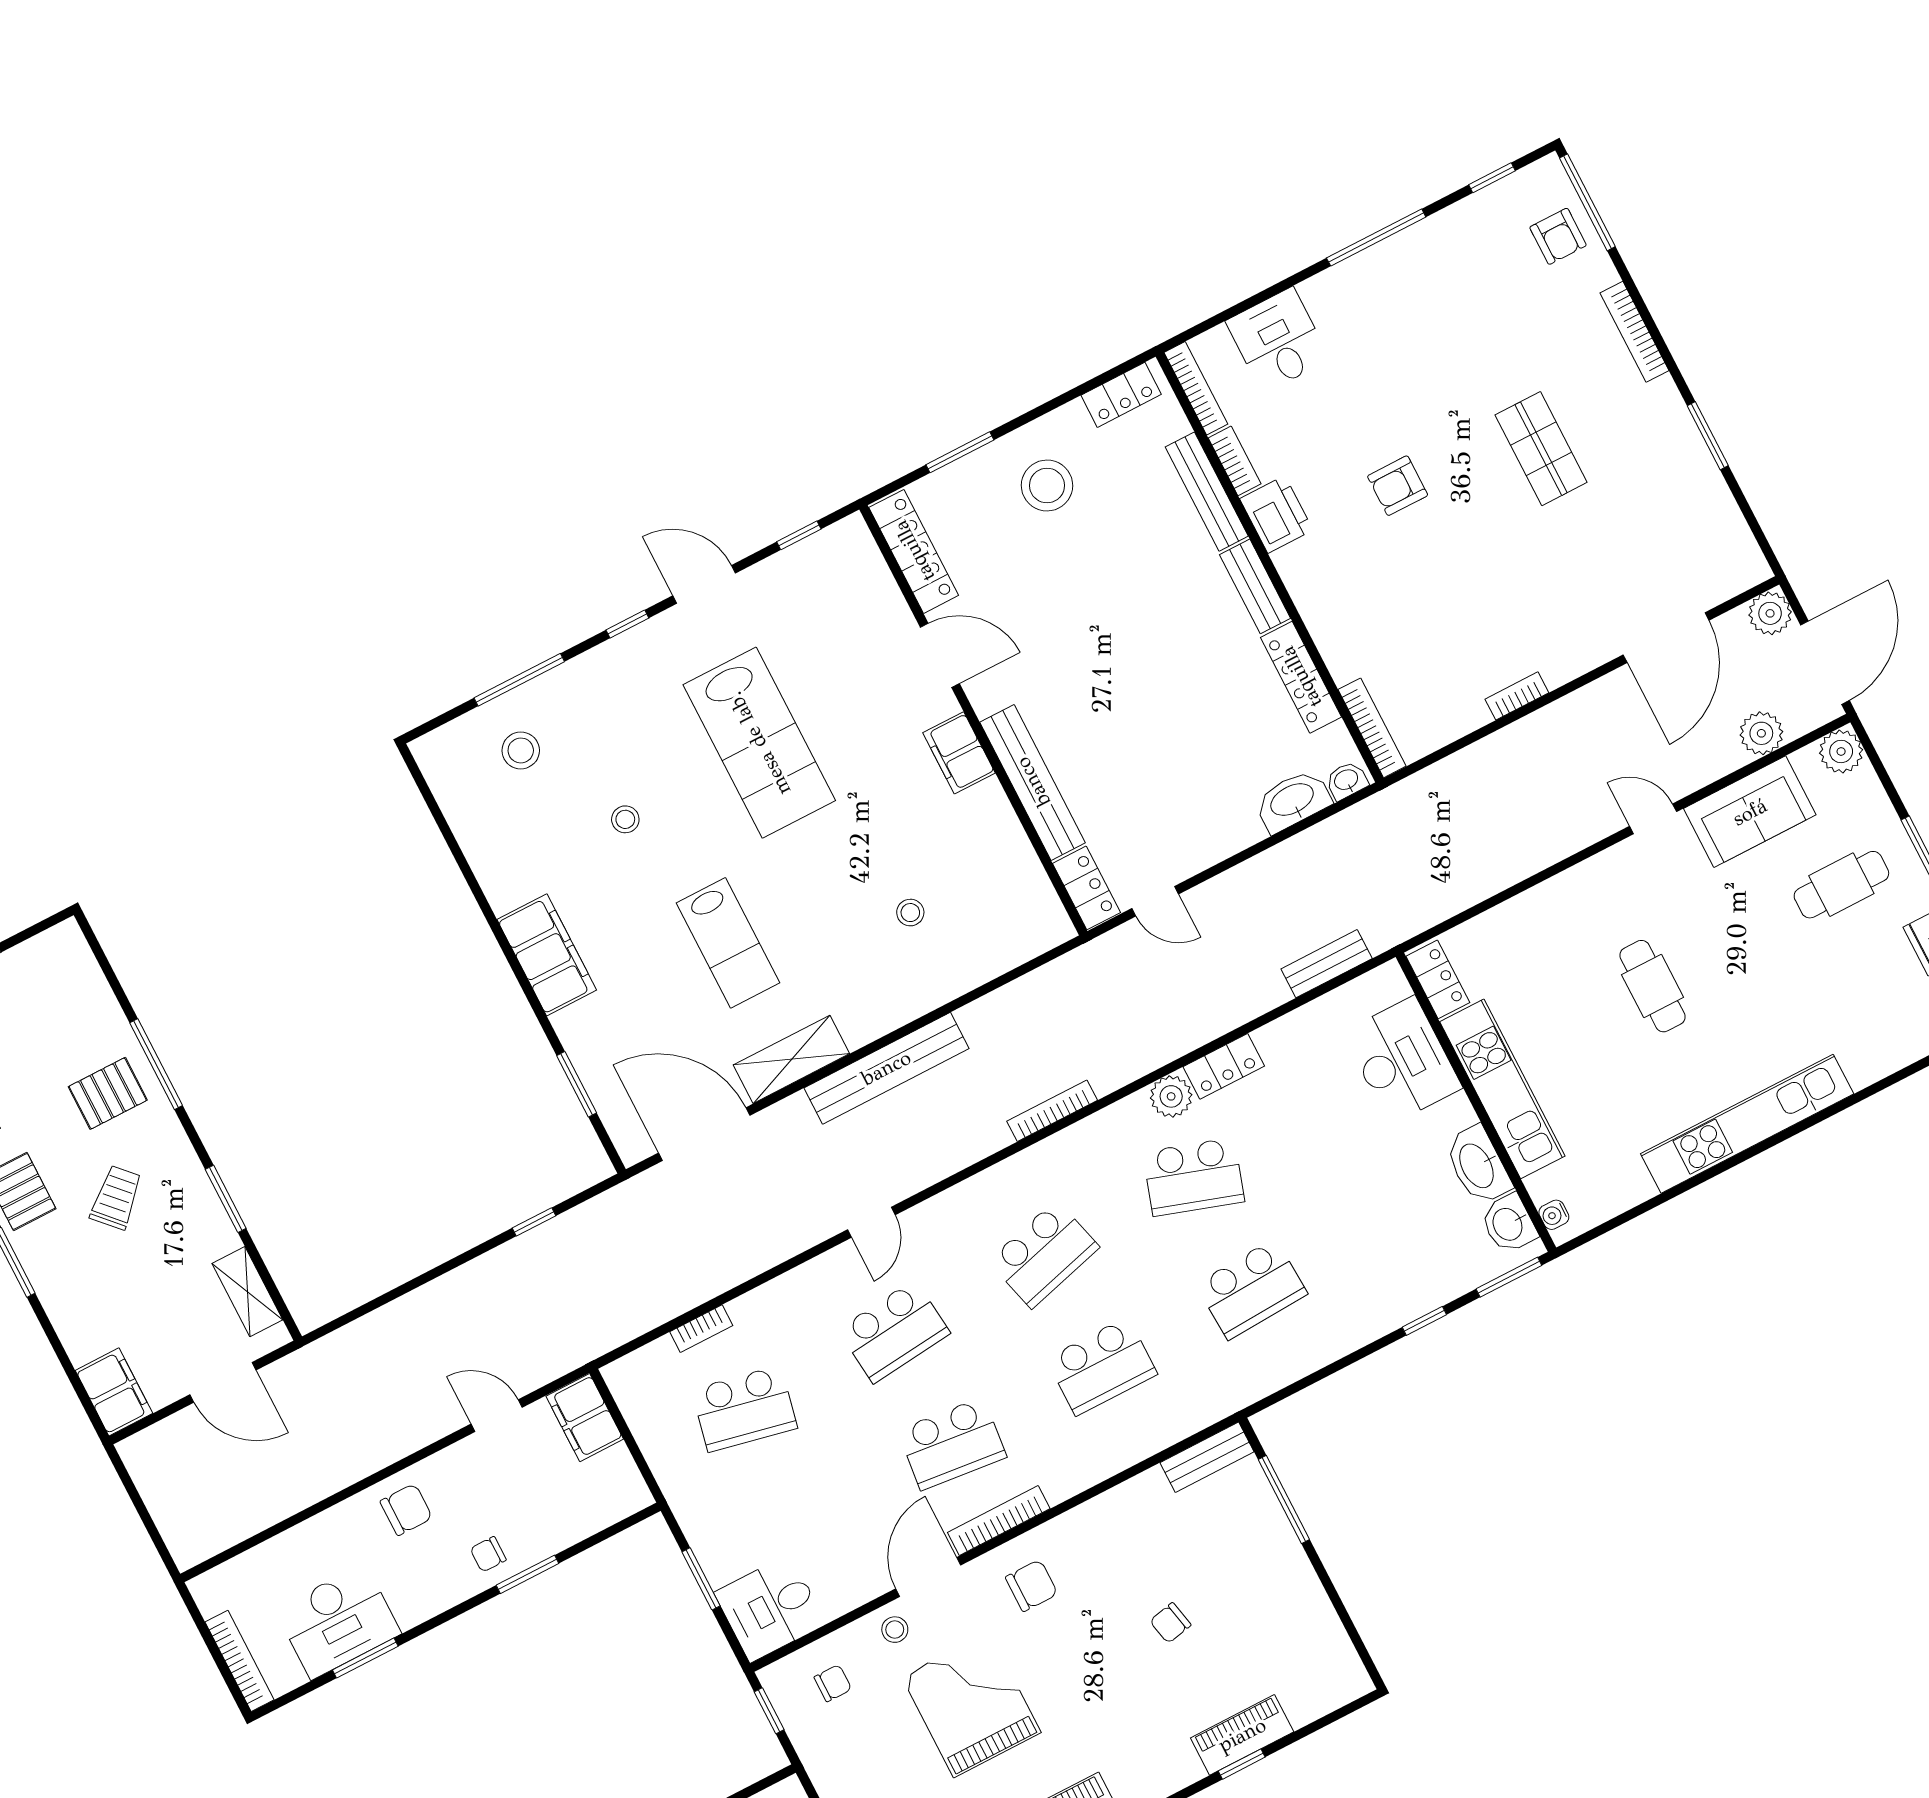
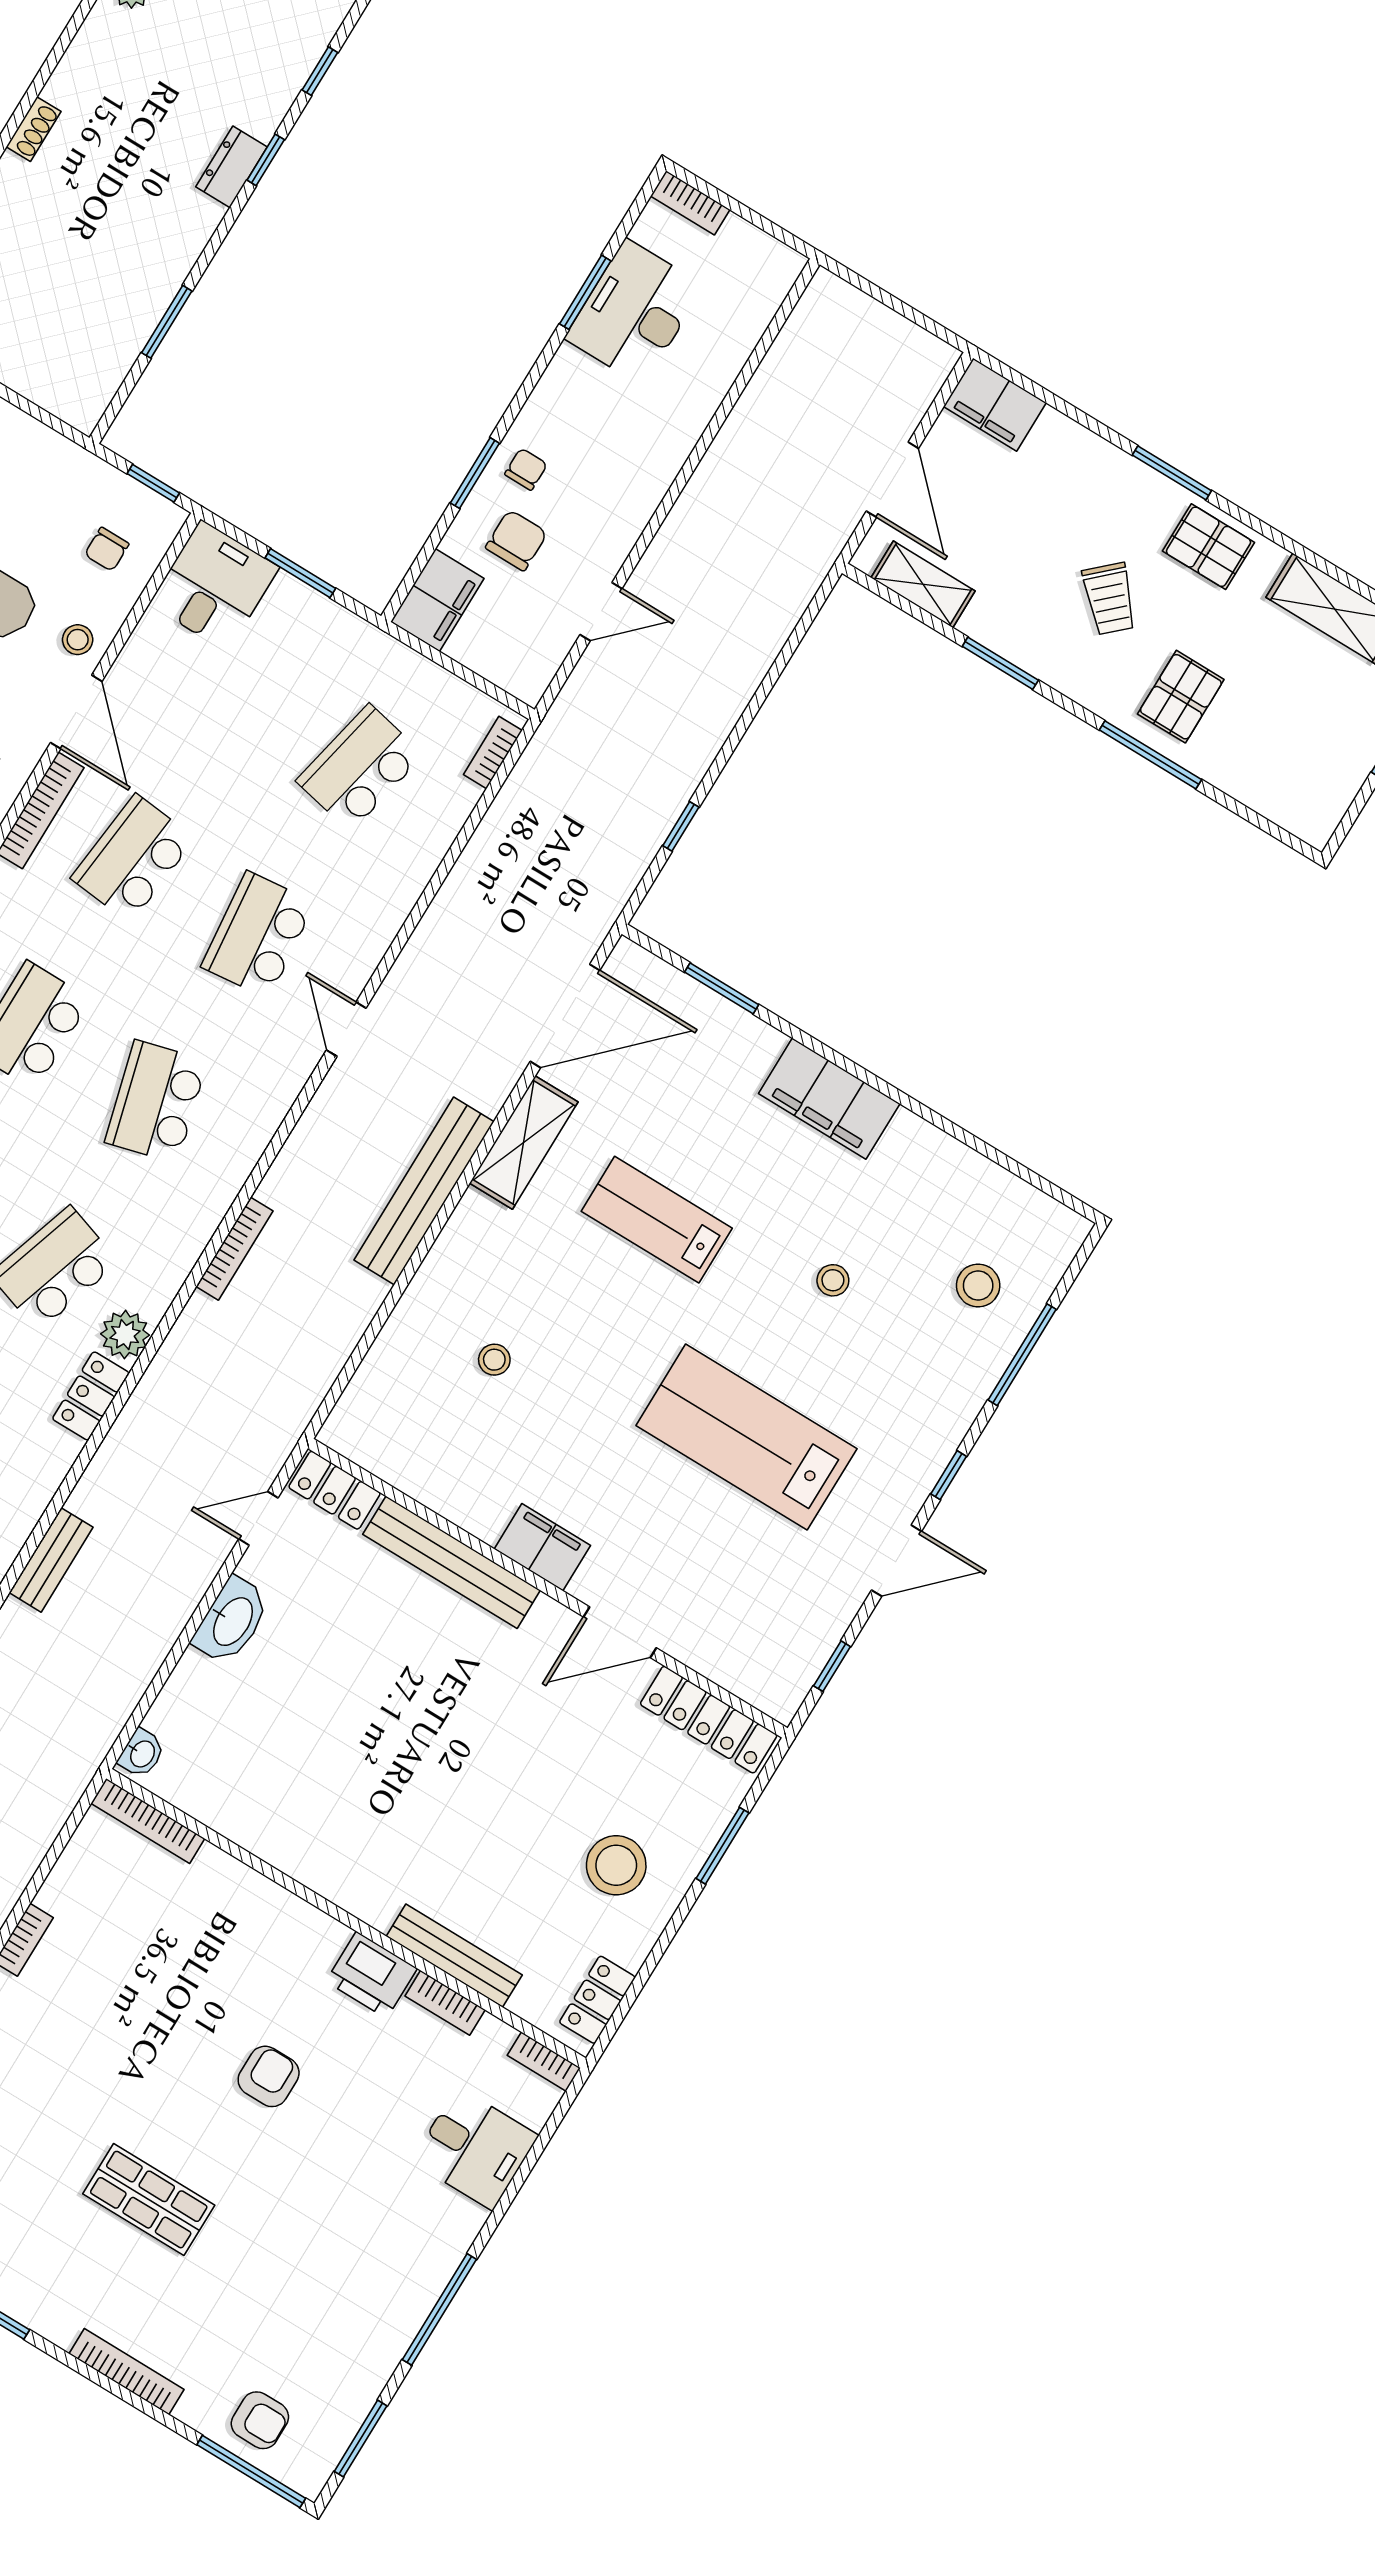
window: (1492, 178) -> (361, 2439), width x1.50
armchair: (1558, 236) -> (260, 2420), turned 180
bookcase: (1196, 388) -> (544, 2062), width x0.64
bench: (1255, 586) -> (349, 1891), removed
locker: (1301, 677) -> (249, 1828), removed
washbasin: (1293, 801) -> (232, 1621), moved
bookcase: (701, 1329) -> (493, 752), moved
door: (223, 1382) -> (892, 480), swing flipped
filing cabinet: (585, 1418) -> (437, 600), moved, turned 90
chair: (406, 1510) -> (516, 540), moved, turned 180
bookcase: (240, 1661) -> (690, 203), width x0.64

